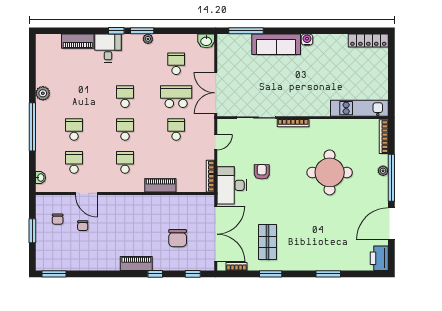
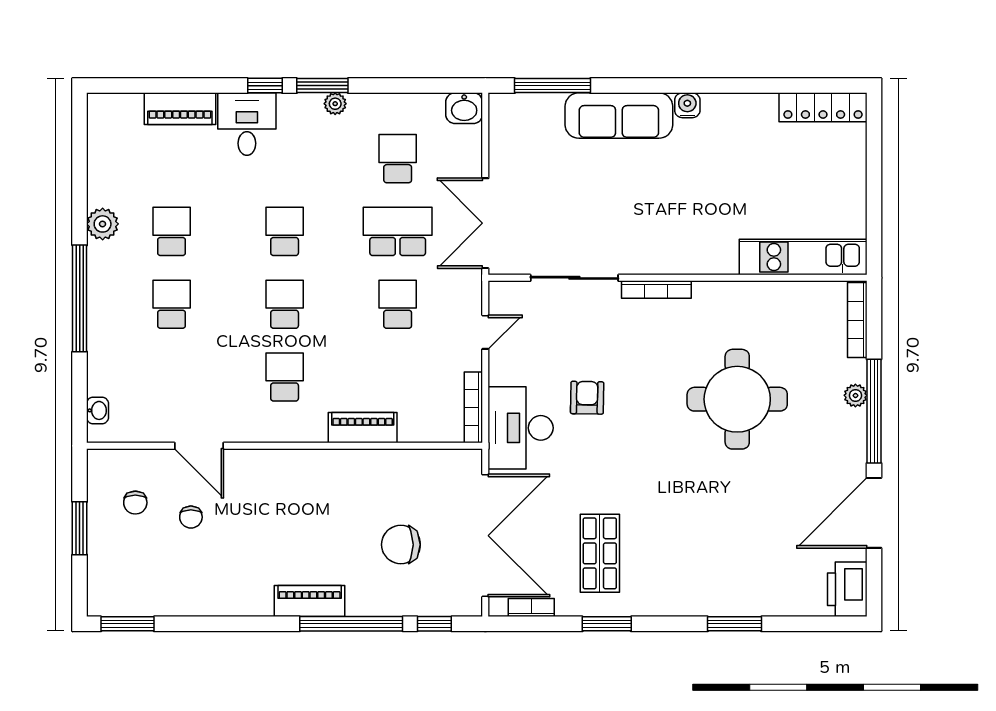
school desk: (74, 162) -> (172, 231), moved
chair: (178, 238) -> (401, 545), turned 90
window: (155, 274) -> (351, 624), width x3.17

